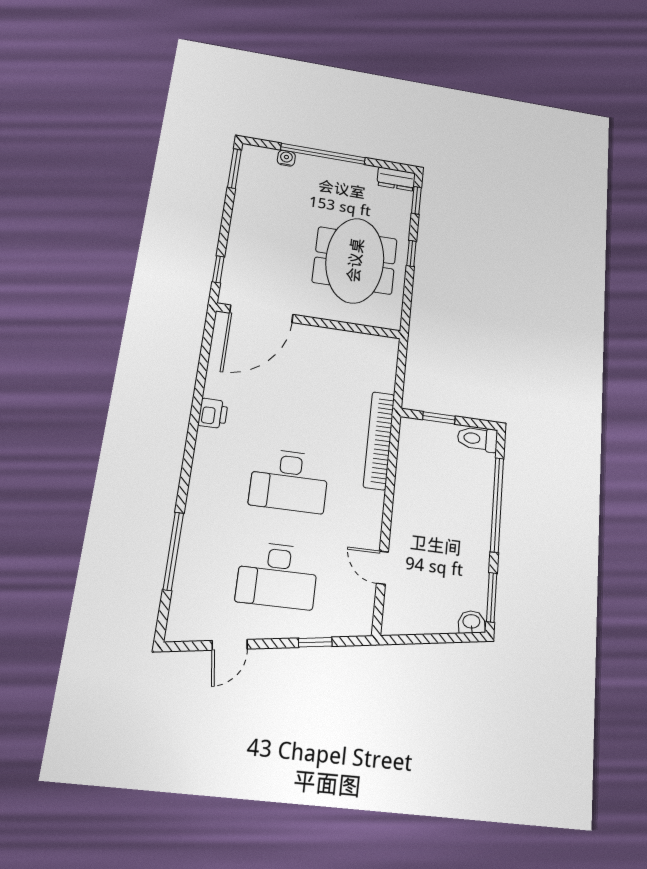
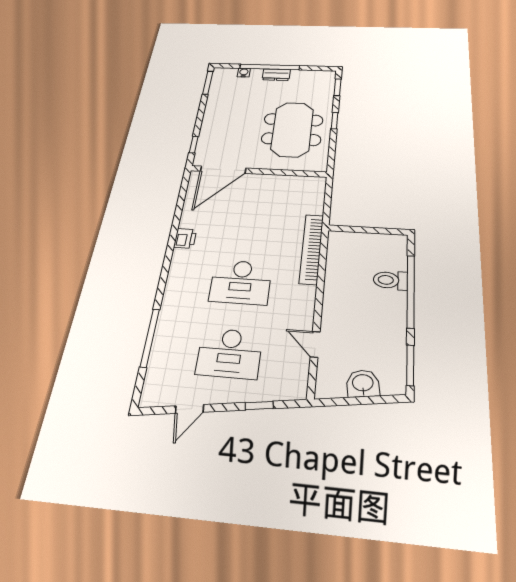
dresser: (396, 179) -> (276, 75), moved
window: (439, 418) -> (359, 230), removed
toilet: (477, 439) -> (390, 280), moved
washbasin: (471, 622) -> (363, 383), moved, width x1.38, depth x1.45

